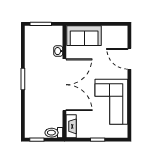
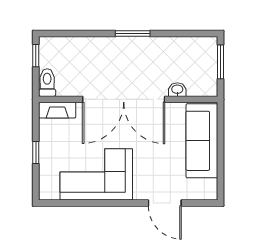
sofa: (84, 36) -> (202, 141), width x1.36
door: (129, 59) -> (165, 203), swing flipped

